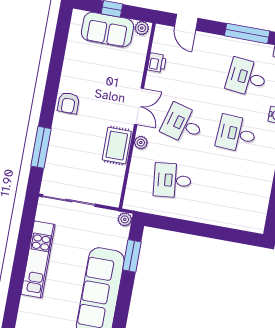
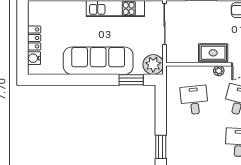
plant: (125, 219) -> (153, 64), width x1.88, depth x1.88
window: (224, 234) -> (161, 147), added

